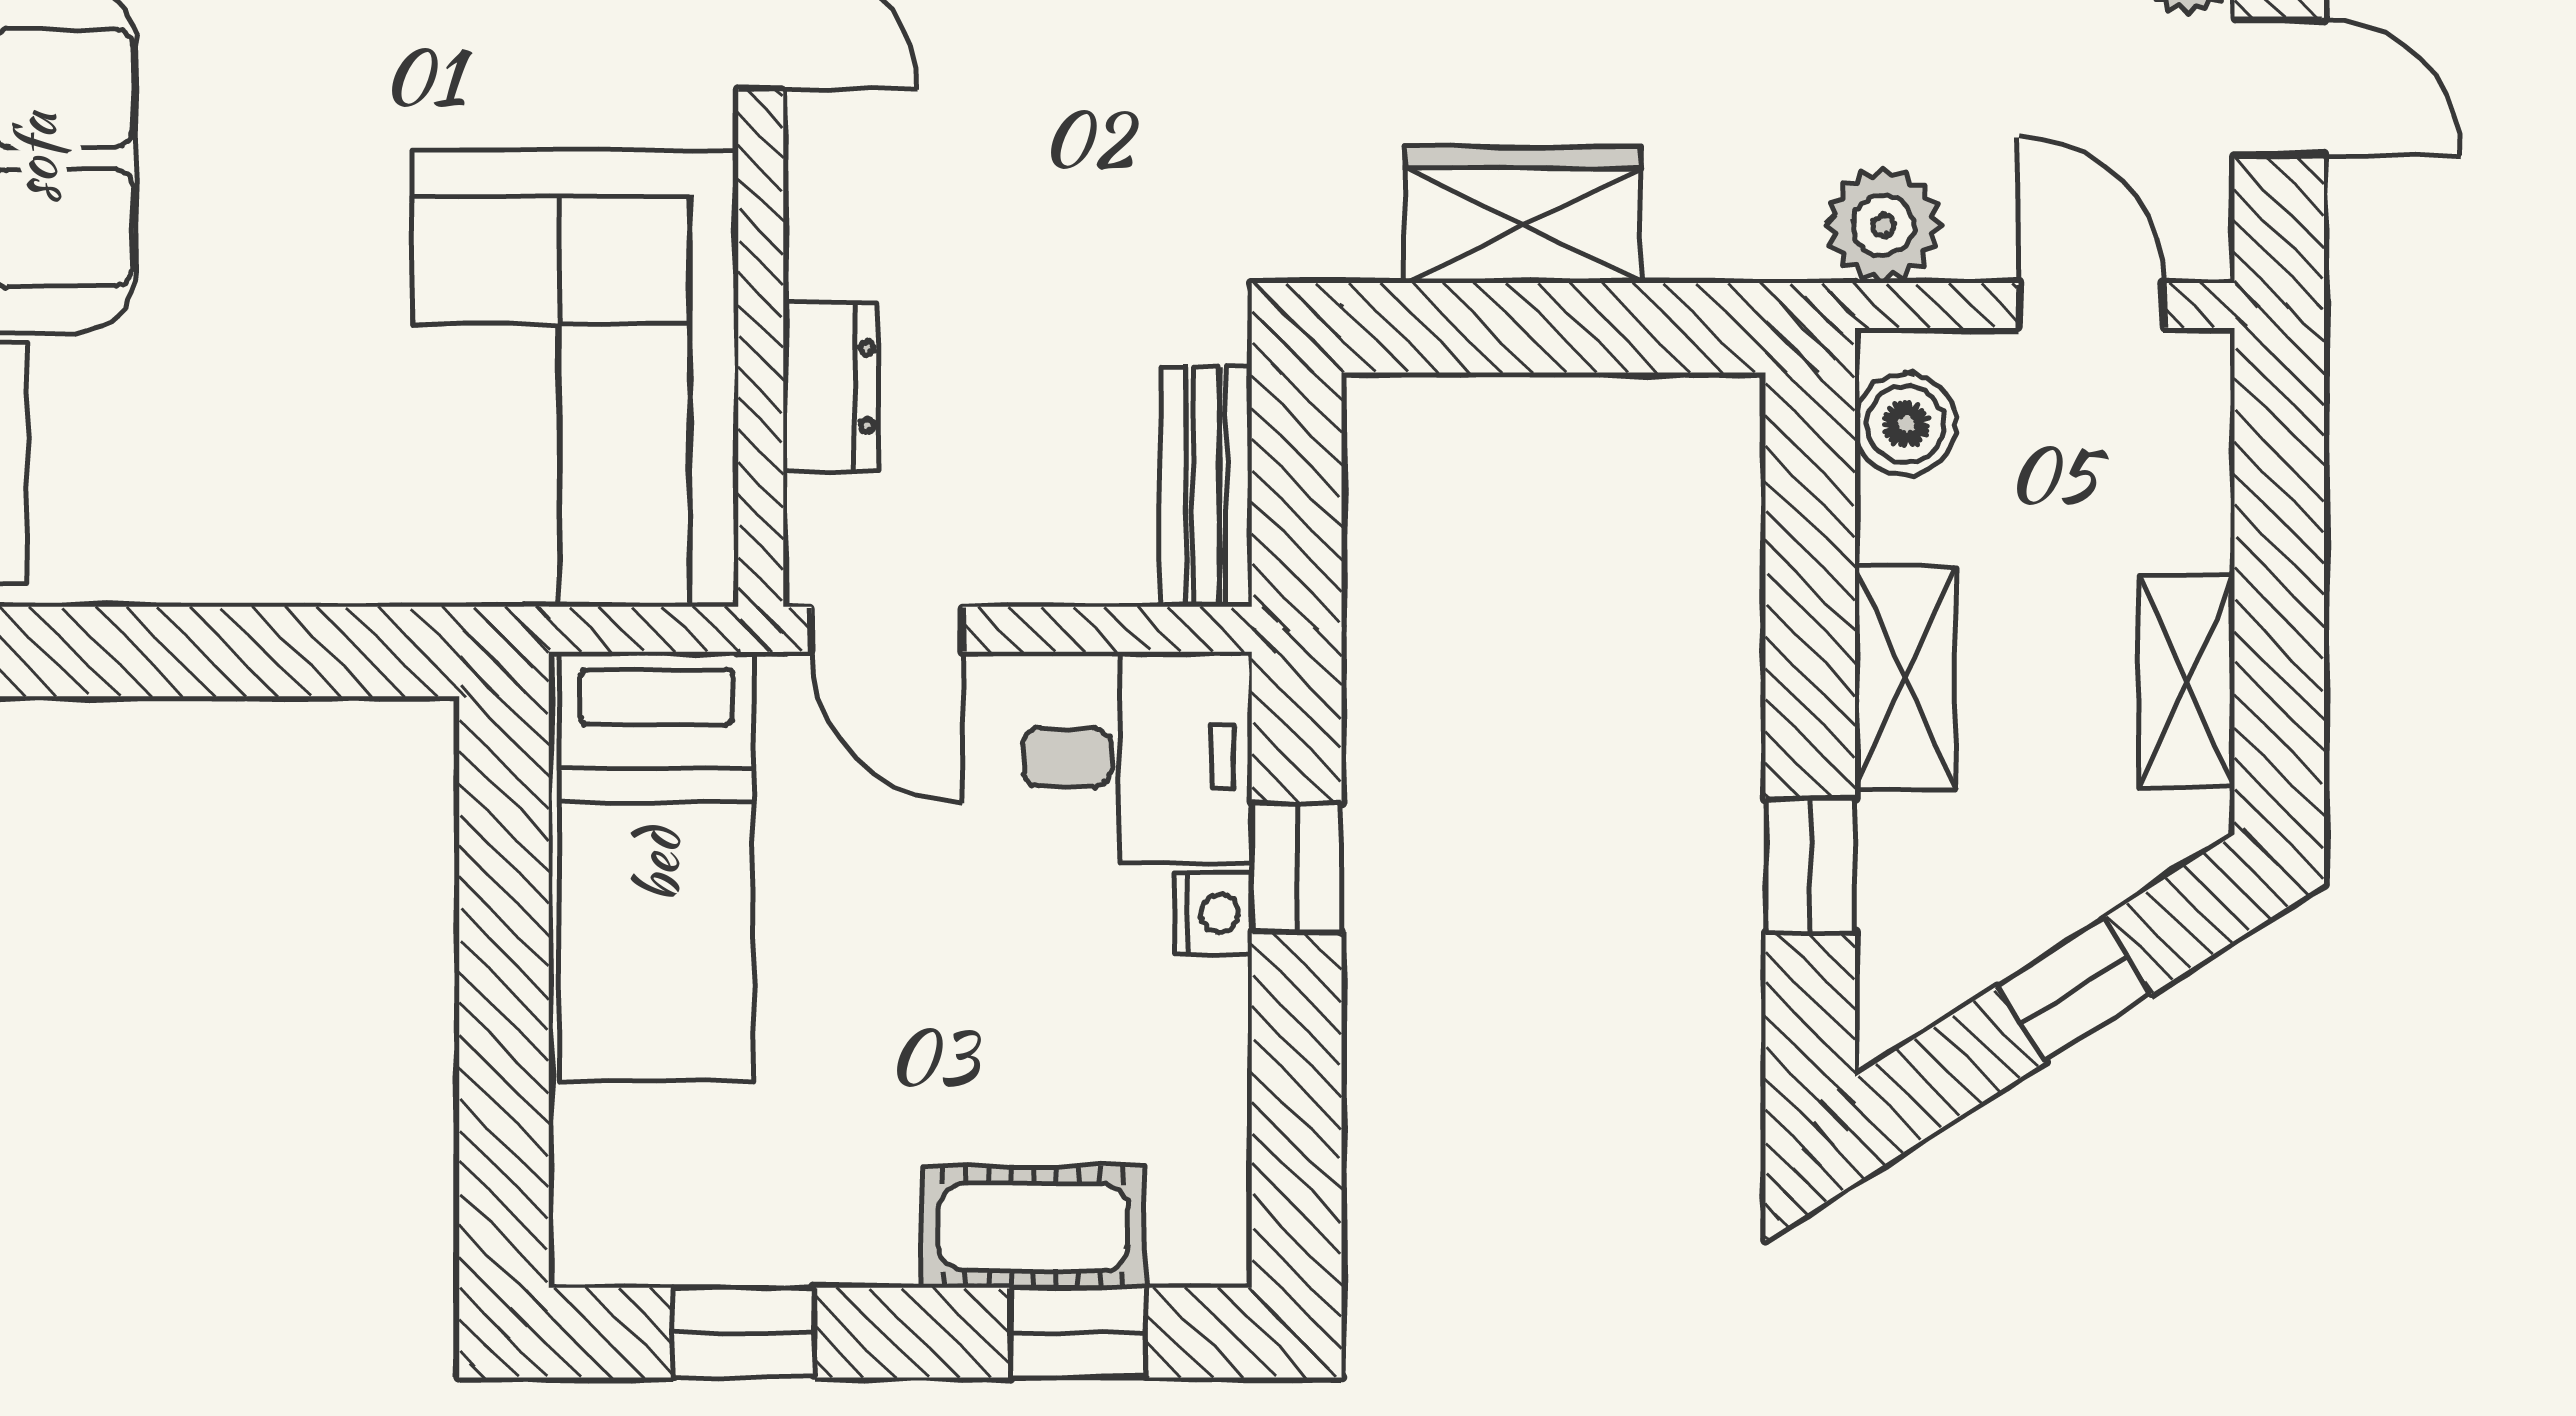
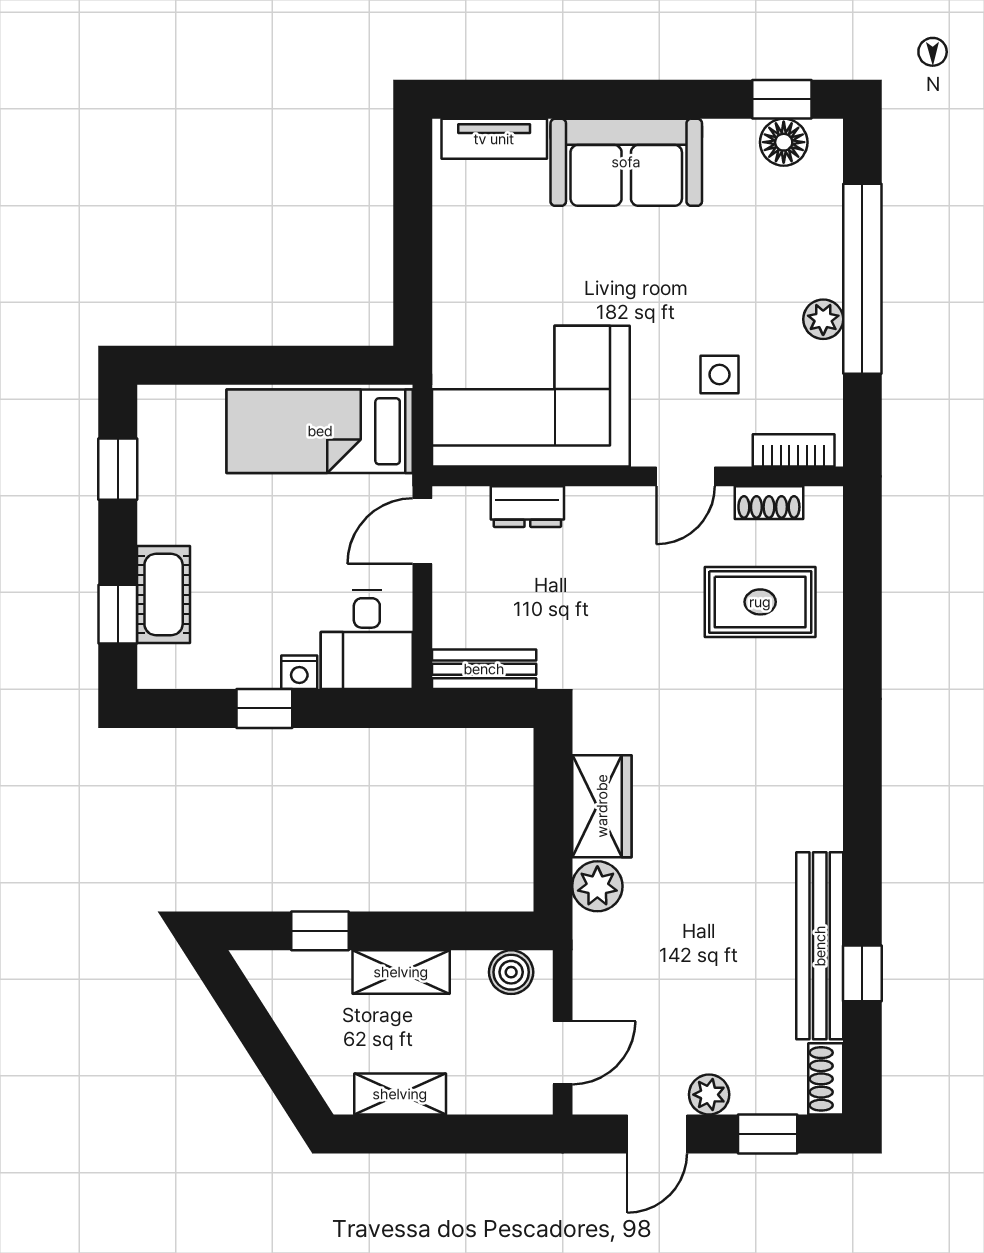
plant: (1883, 225) -> (597, 886), moved
window: (1297, 867) -> (264, 708), moved
window: (2074, 990) -> (266, 1045), removed

